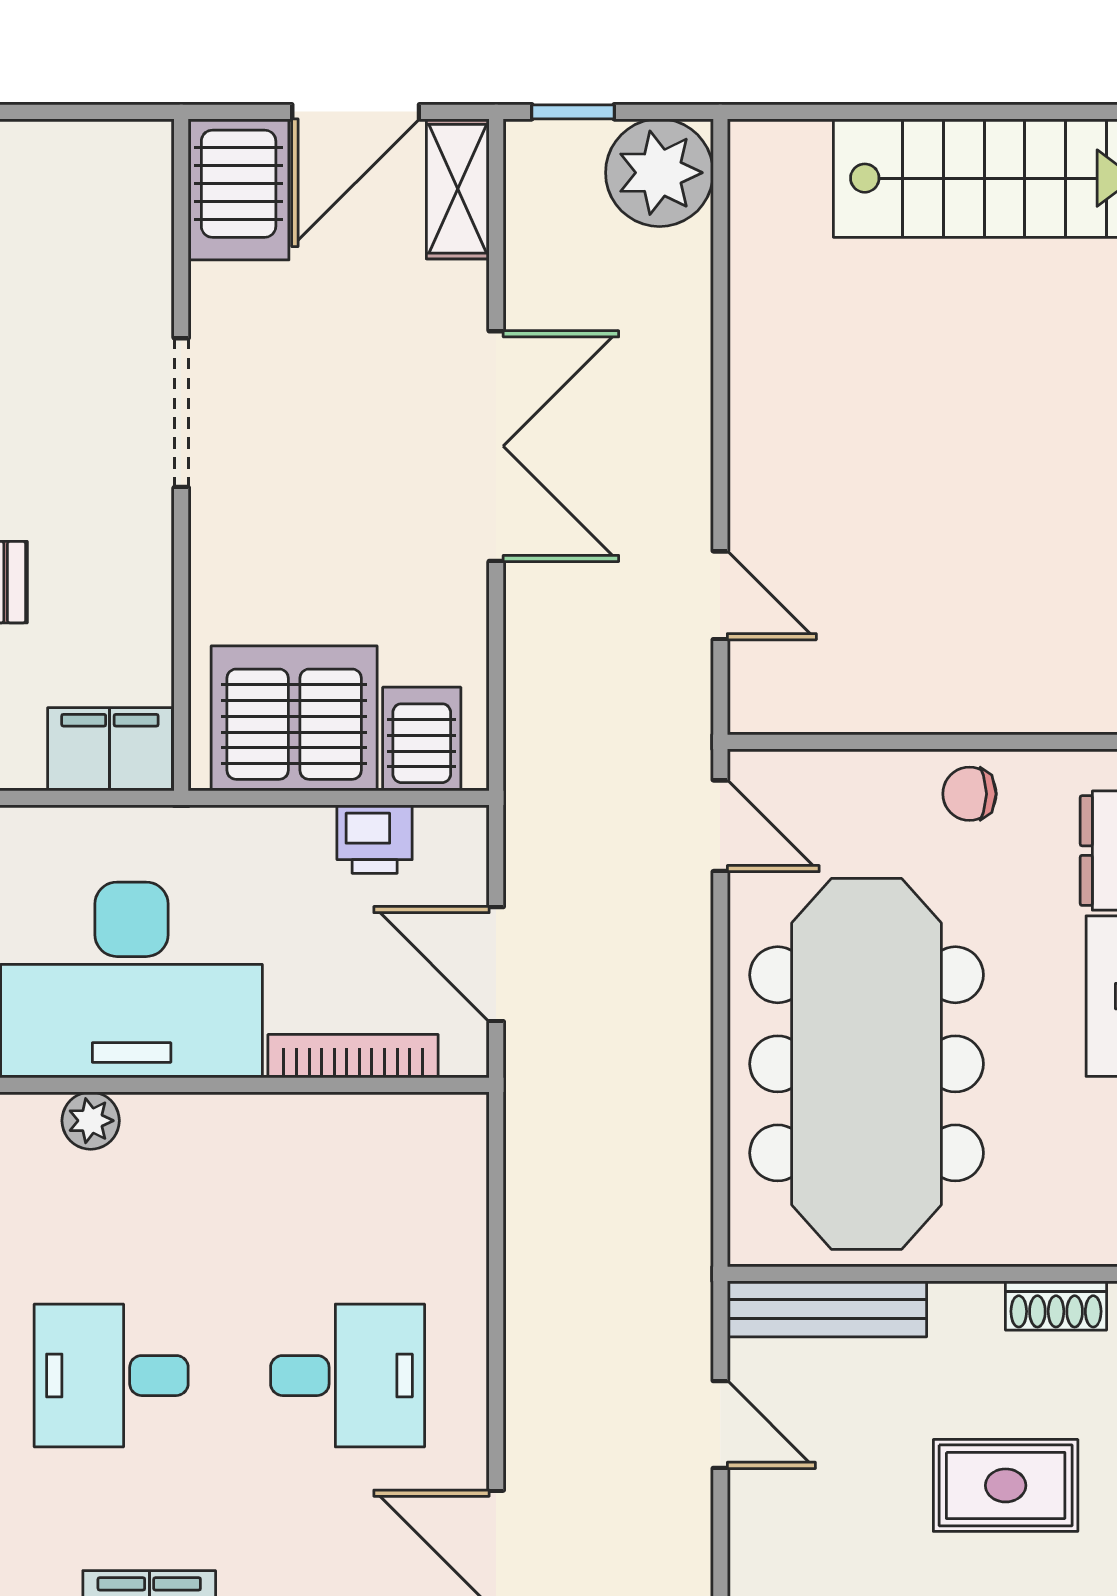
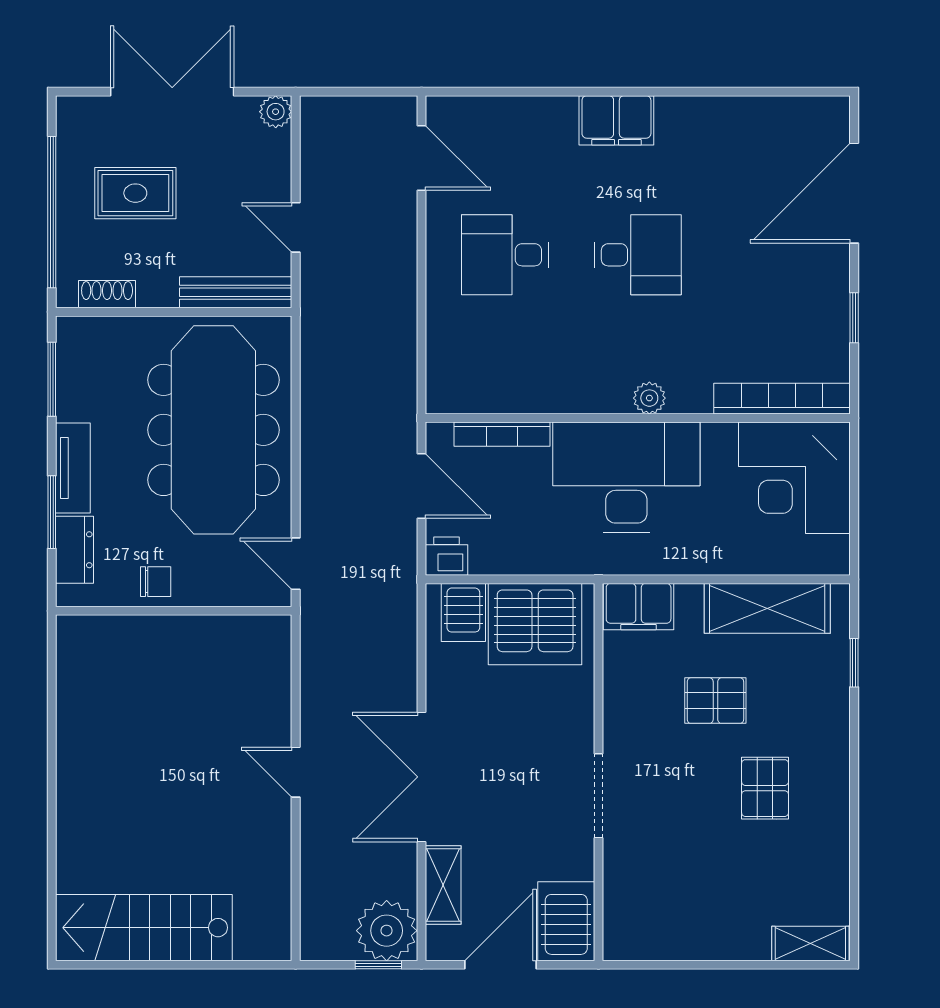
plant: (659, 173) -> (387, 931), moved
shelving: (458, 189) -> (443, 885), moved
door: (720, 595) -> (296, 772), moved
printer: (375, 839) -> (447, 556), moved

